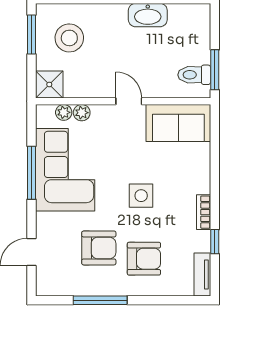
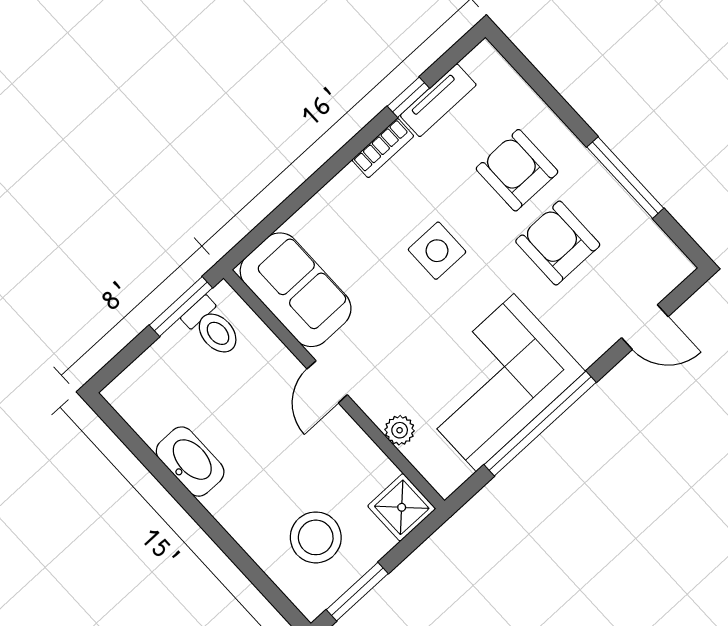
plant: (64, 112) -> (421, 454), removed
window: (31, 173) -> (540, 424), width x1.46
tv unit: (202, 274) -> (438, 100), moved

